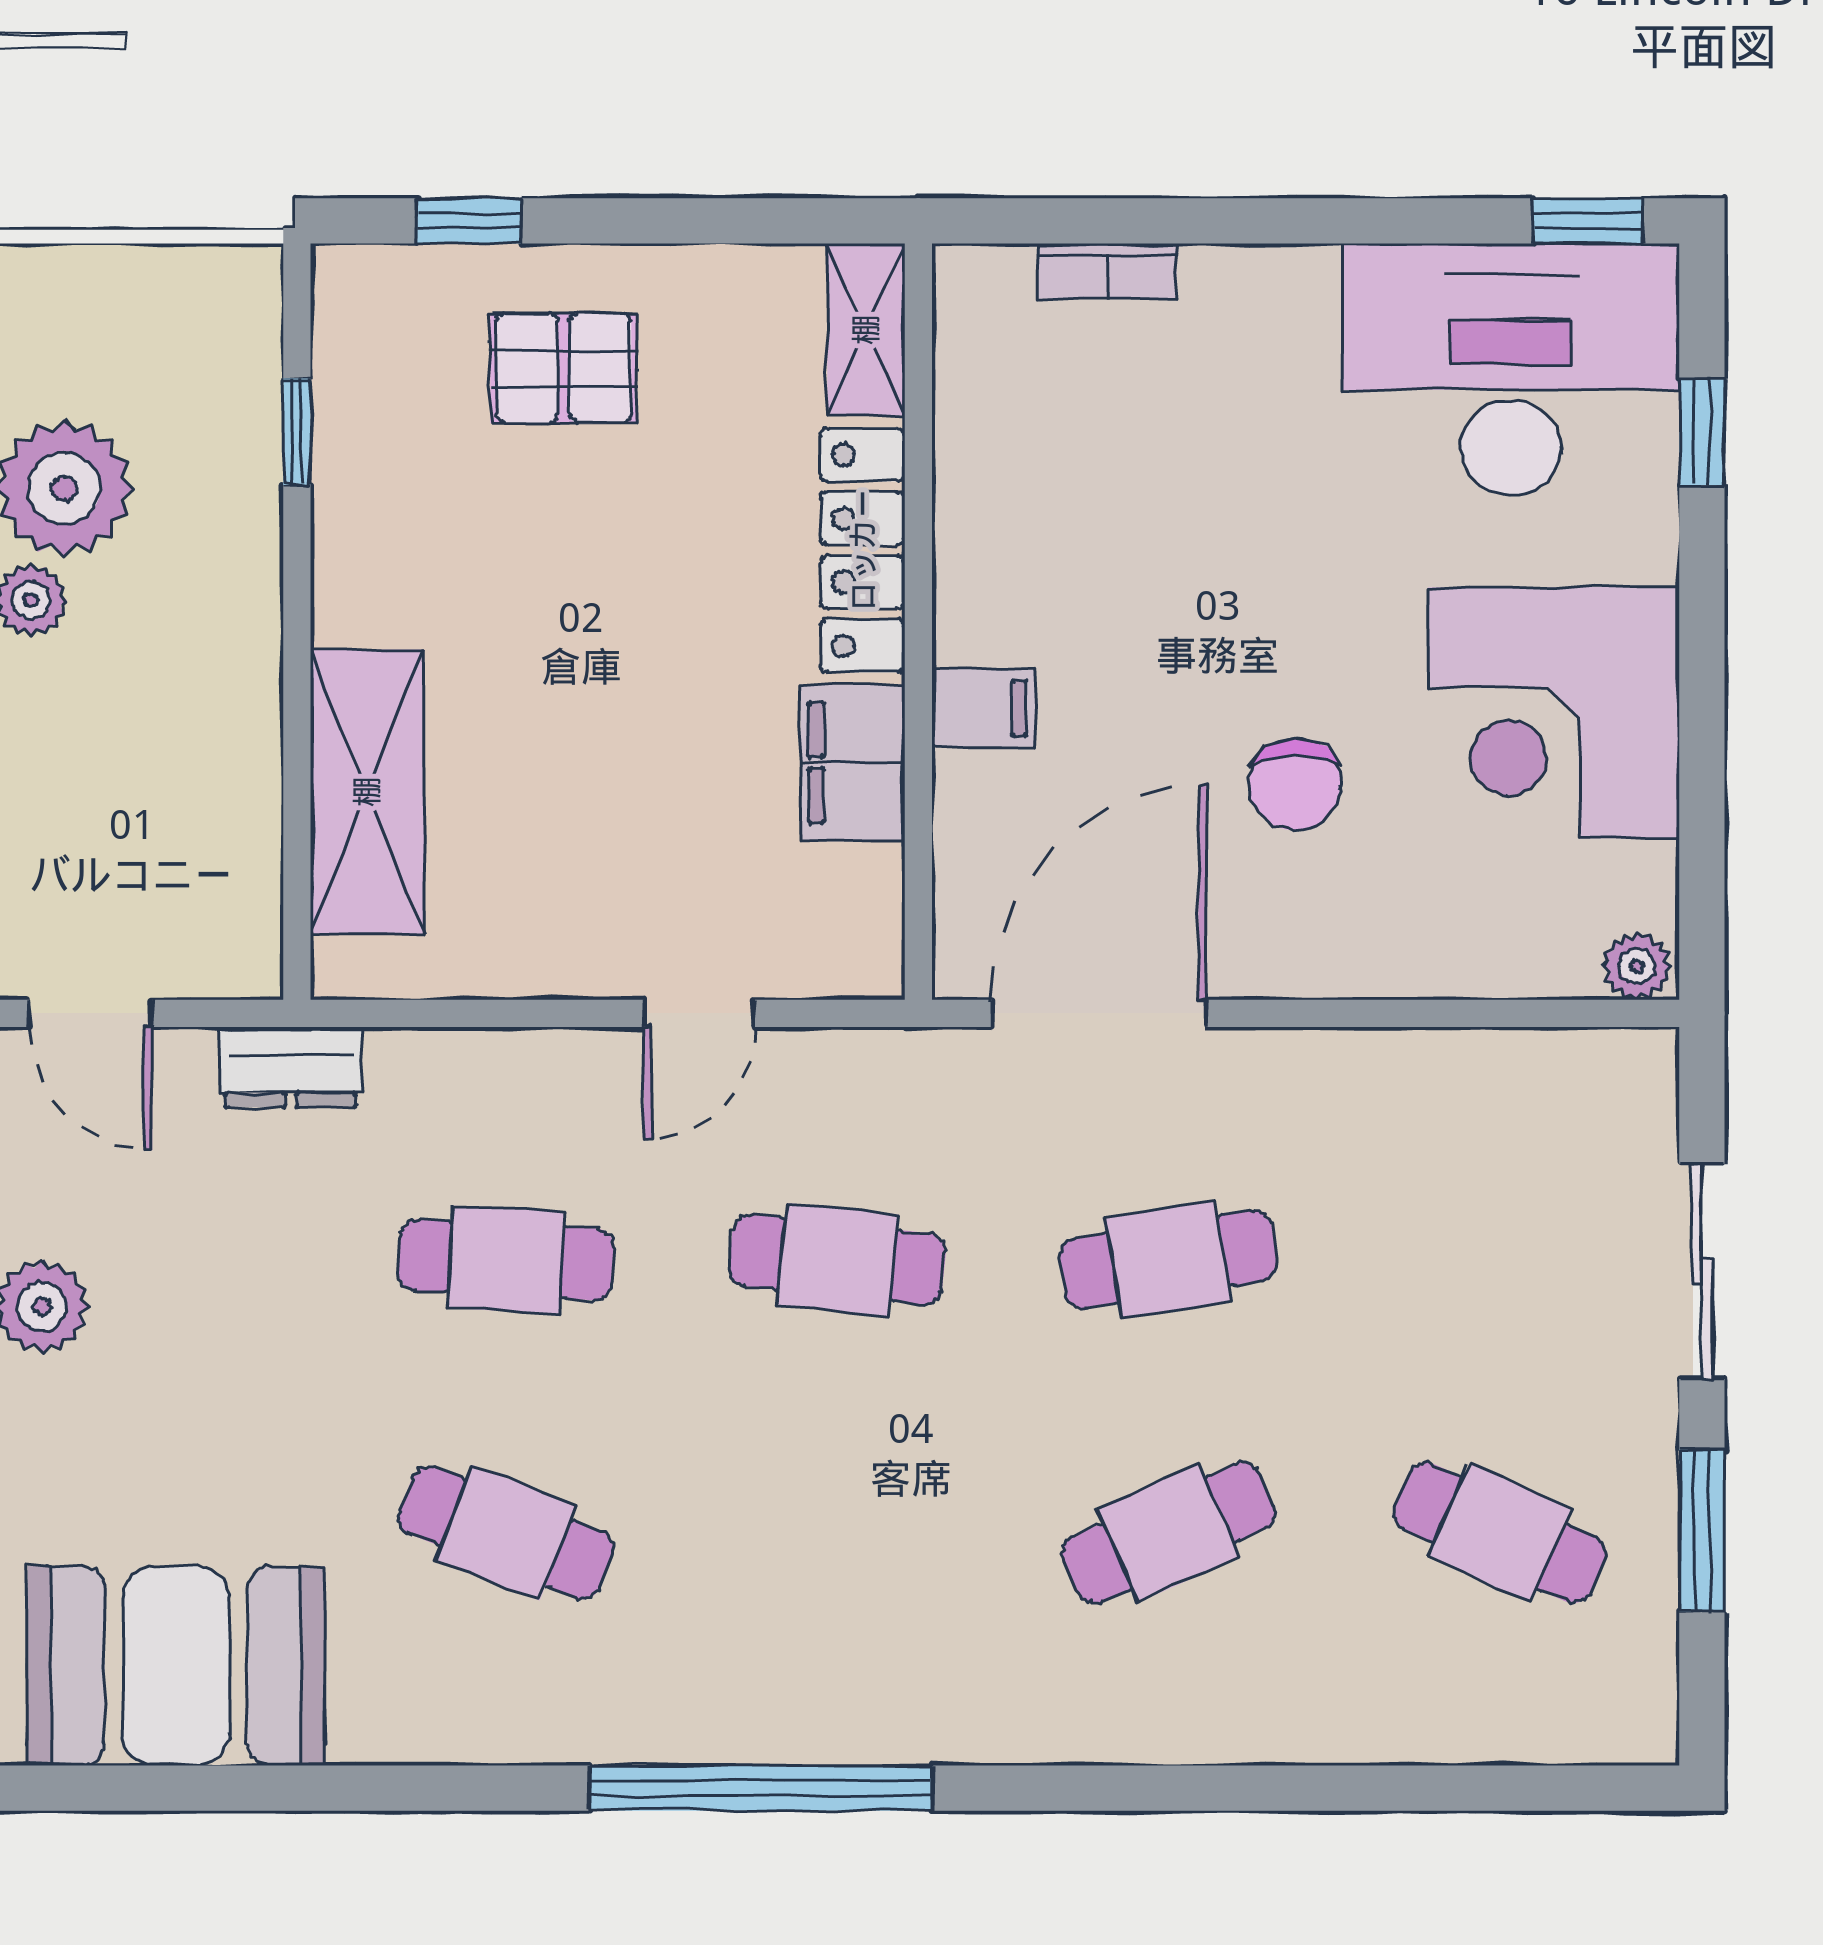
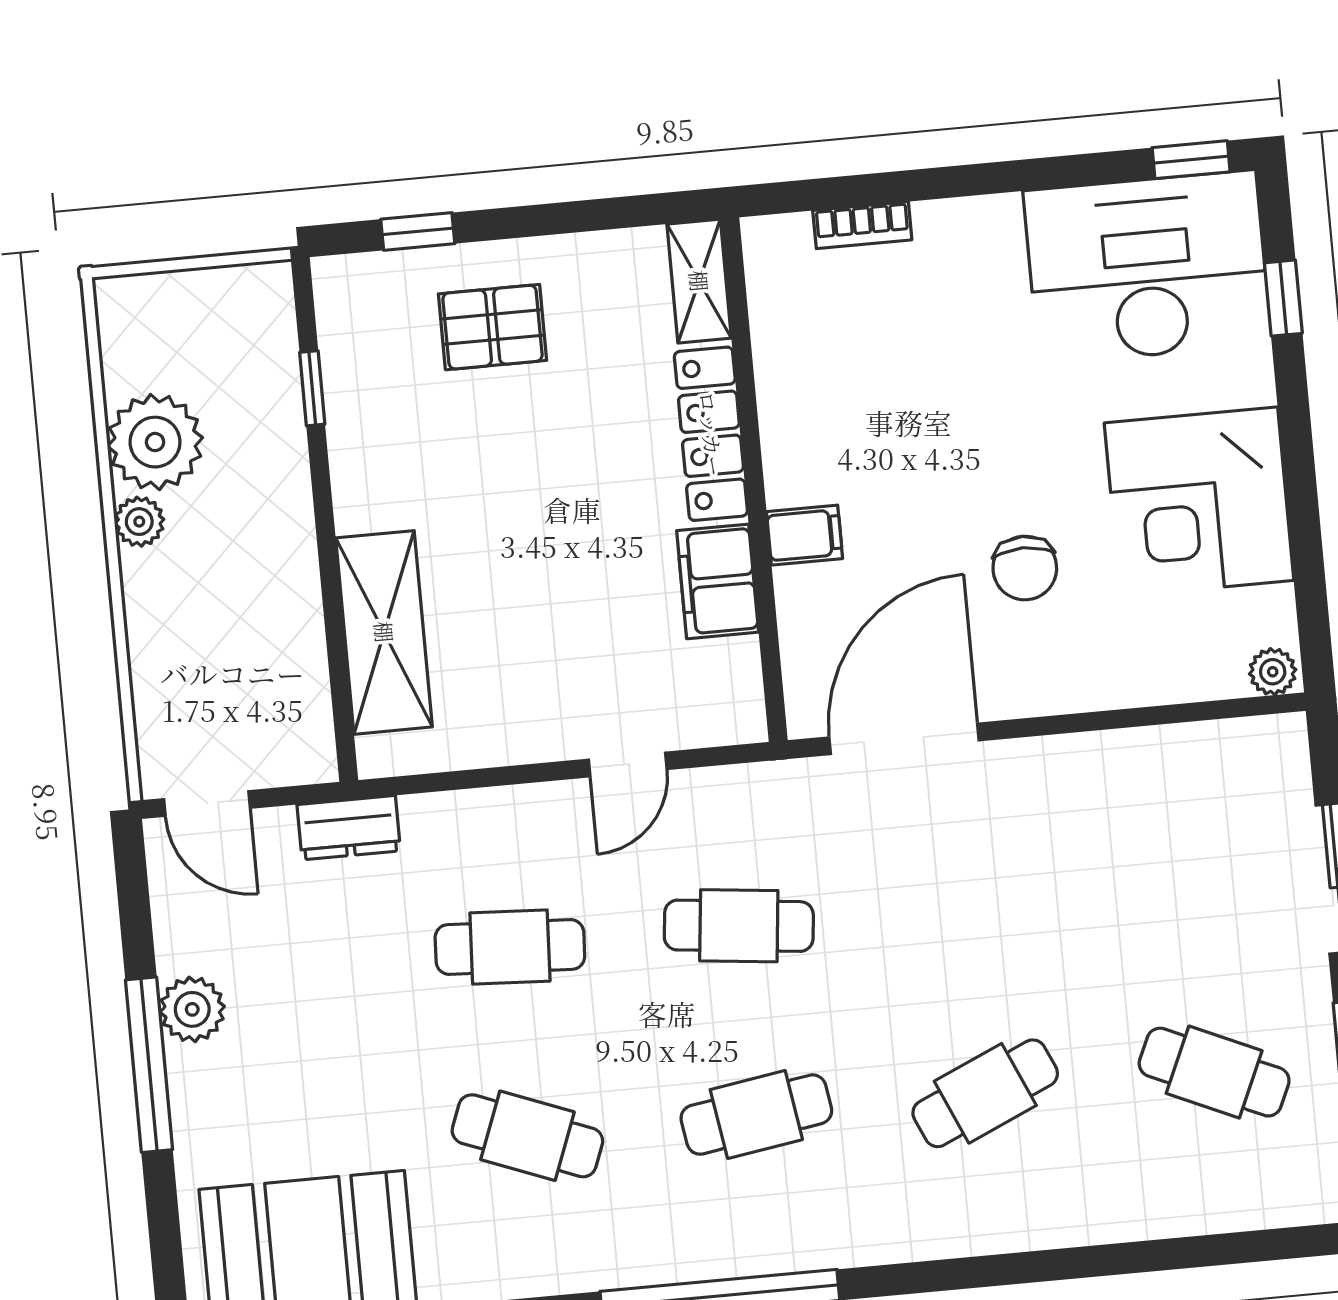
cafe table: (1168, 1260) -> (756, 1115), moved

